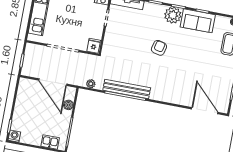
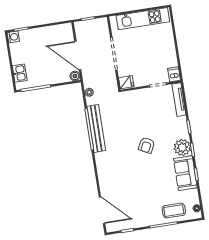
armchair: (159, 48) -> (146, 145), turned 103
door: (53, 82) -> (78, 55), hinge flipped
boiler: (68, 105) -> (75, 76), moved
door: (205, 111) -> (102, 210), hinge flipped

